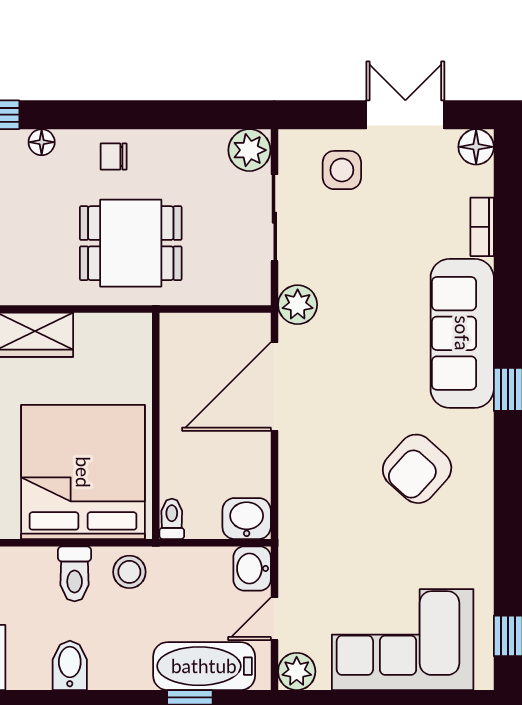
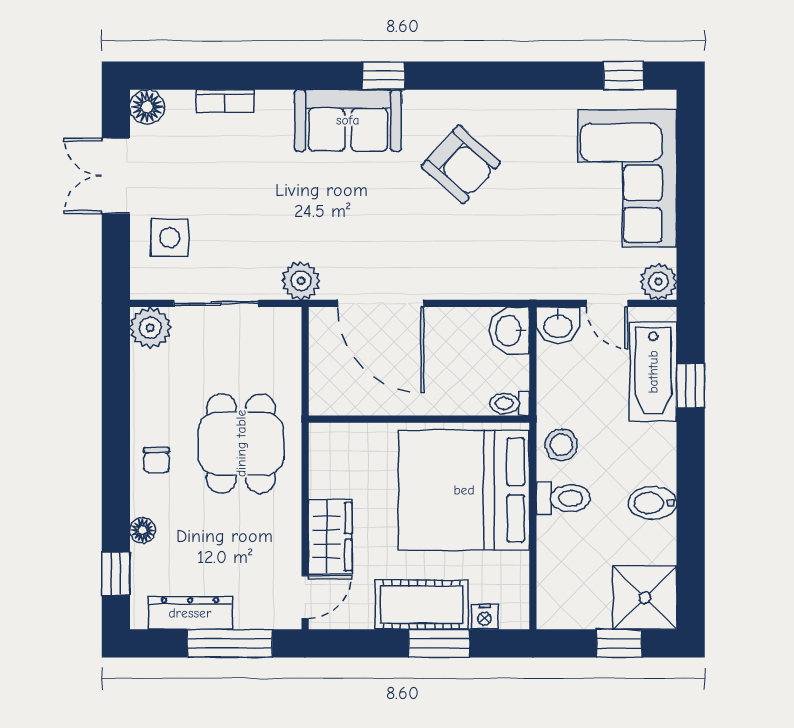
sofa: (462, 333) -> (348, 120), width x0.73

